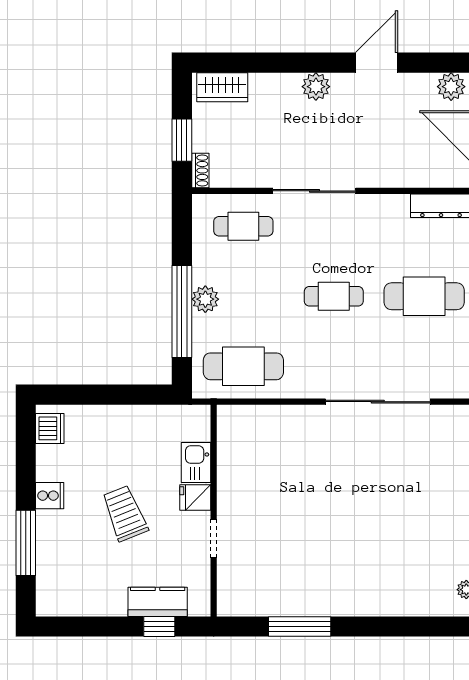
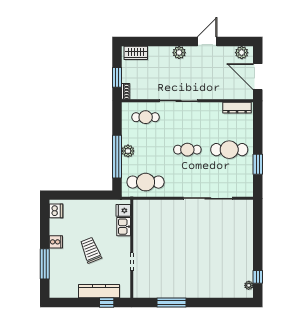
fridge: (195, 497) -> (123, 210), moved
kitchen counter: (158, 602) -> (99, 291), width x1.50

